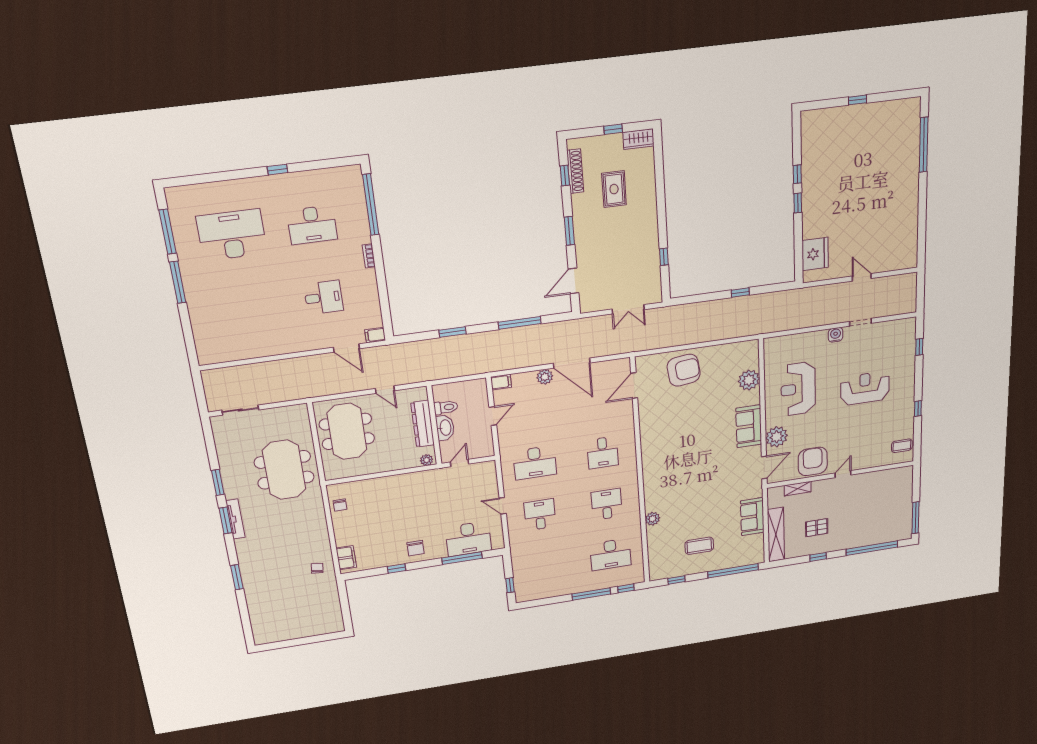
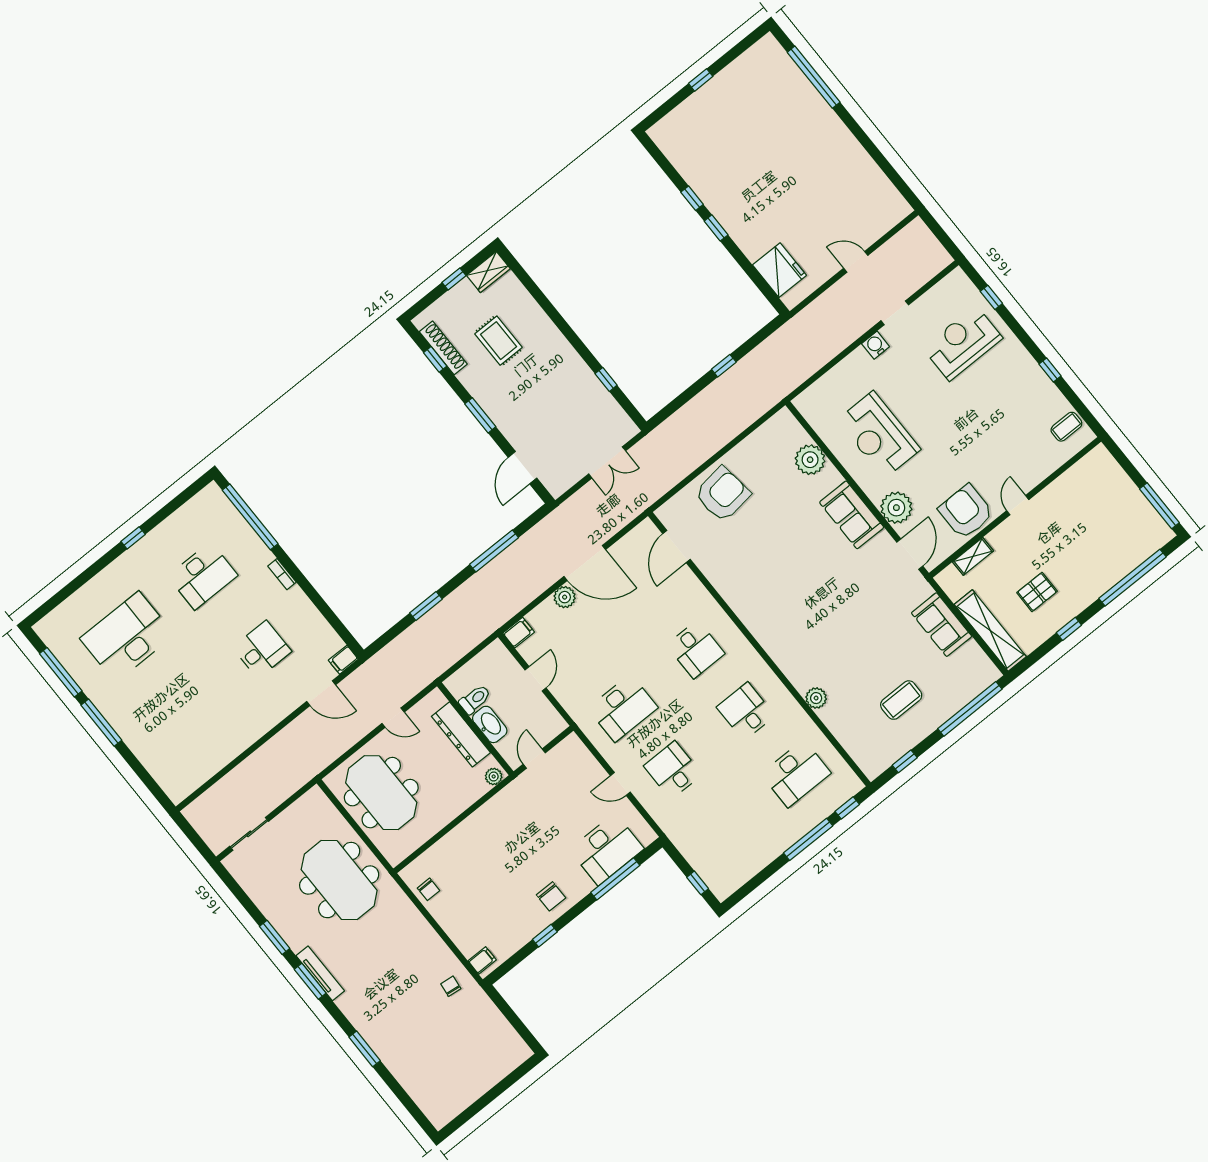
reception desk: (865, 388) -> (963, 343), moved
filing cabinet: (346, 558) -> (482, 960), width x0.50

